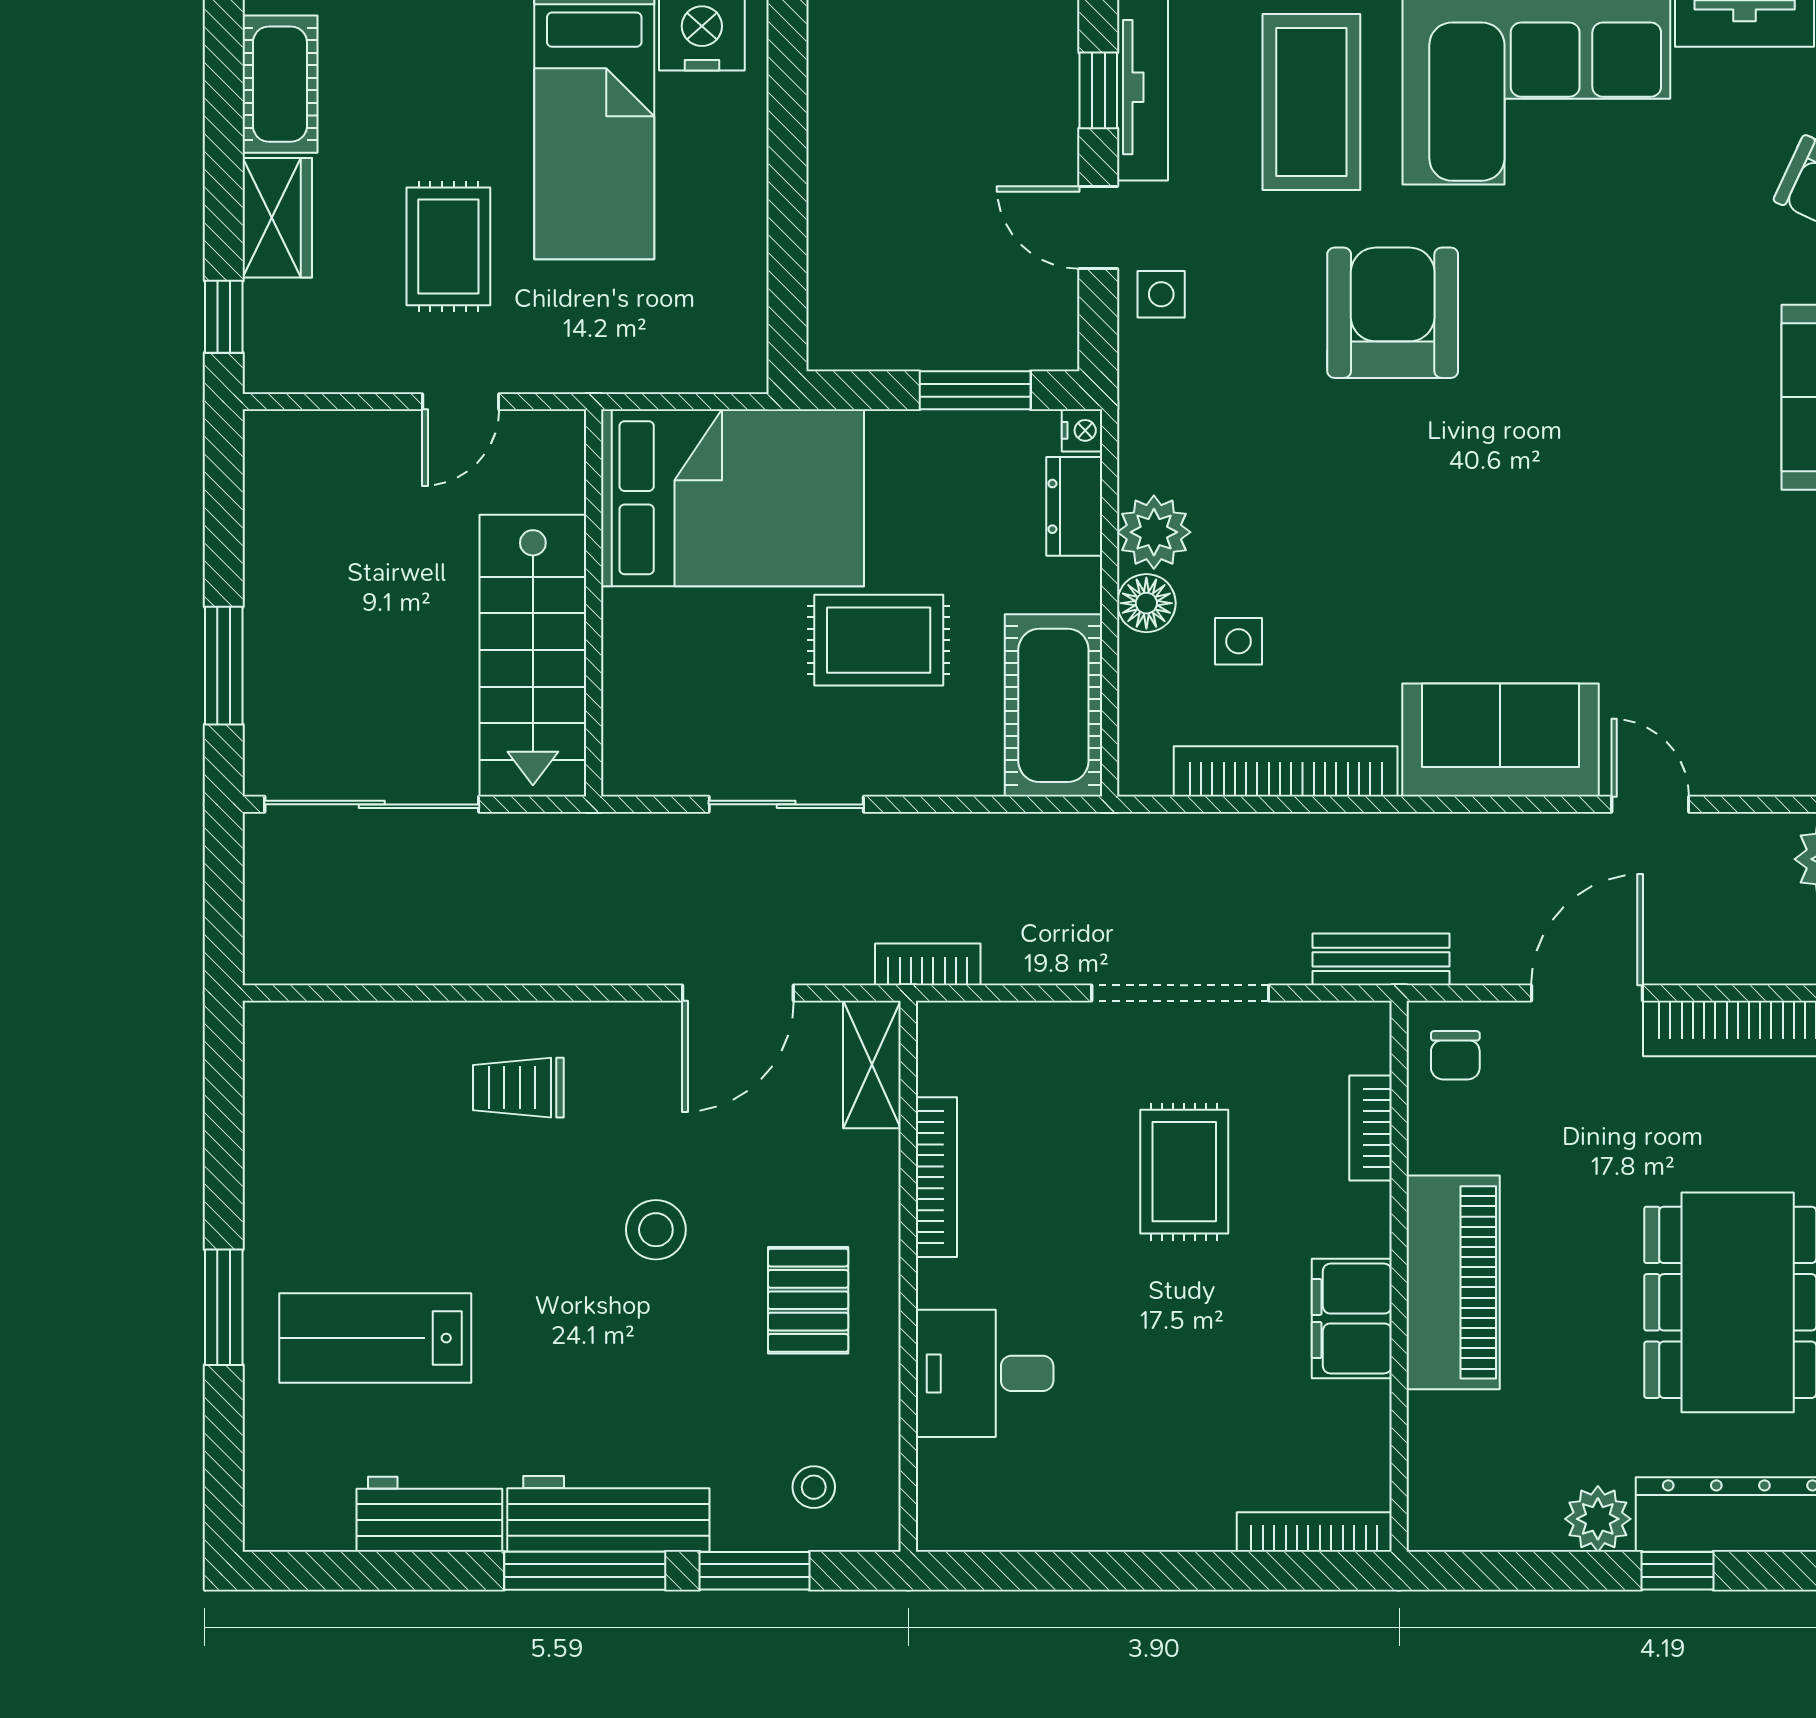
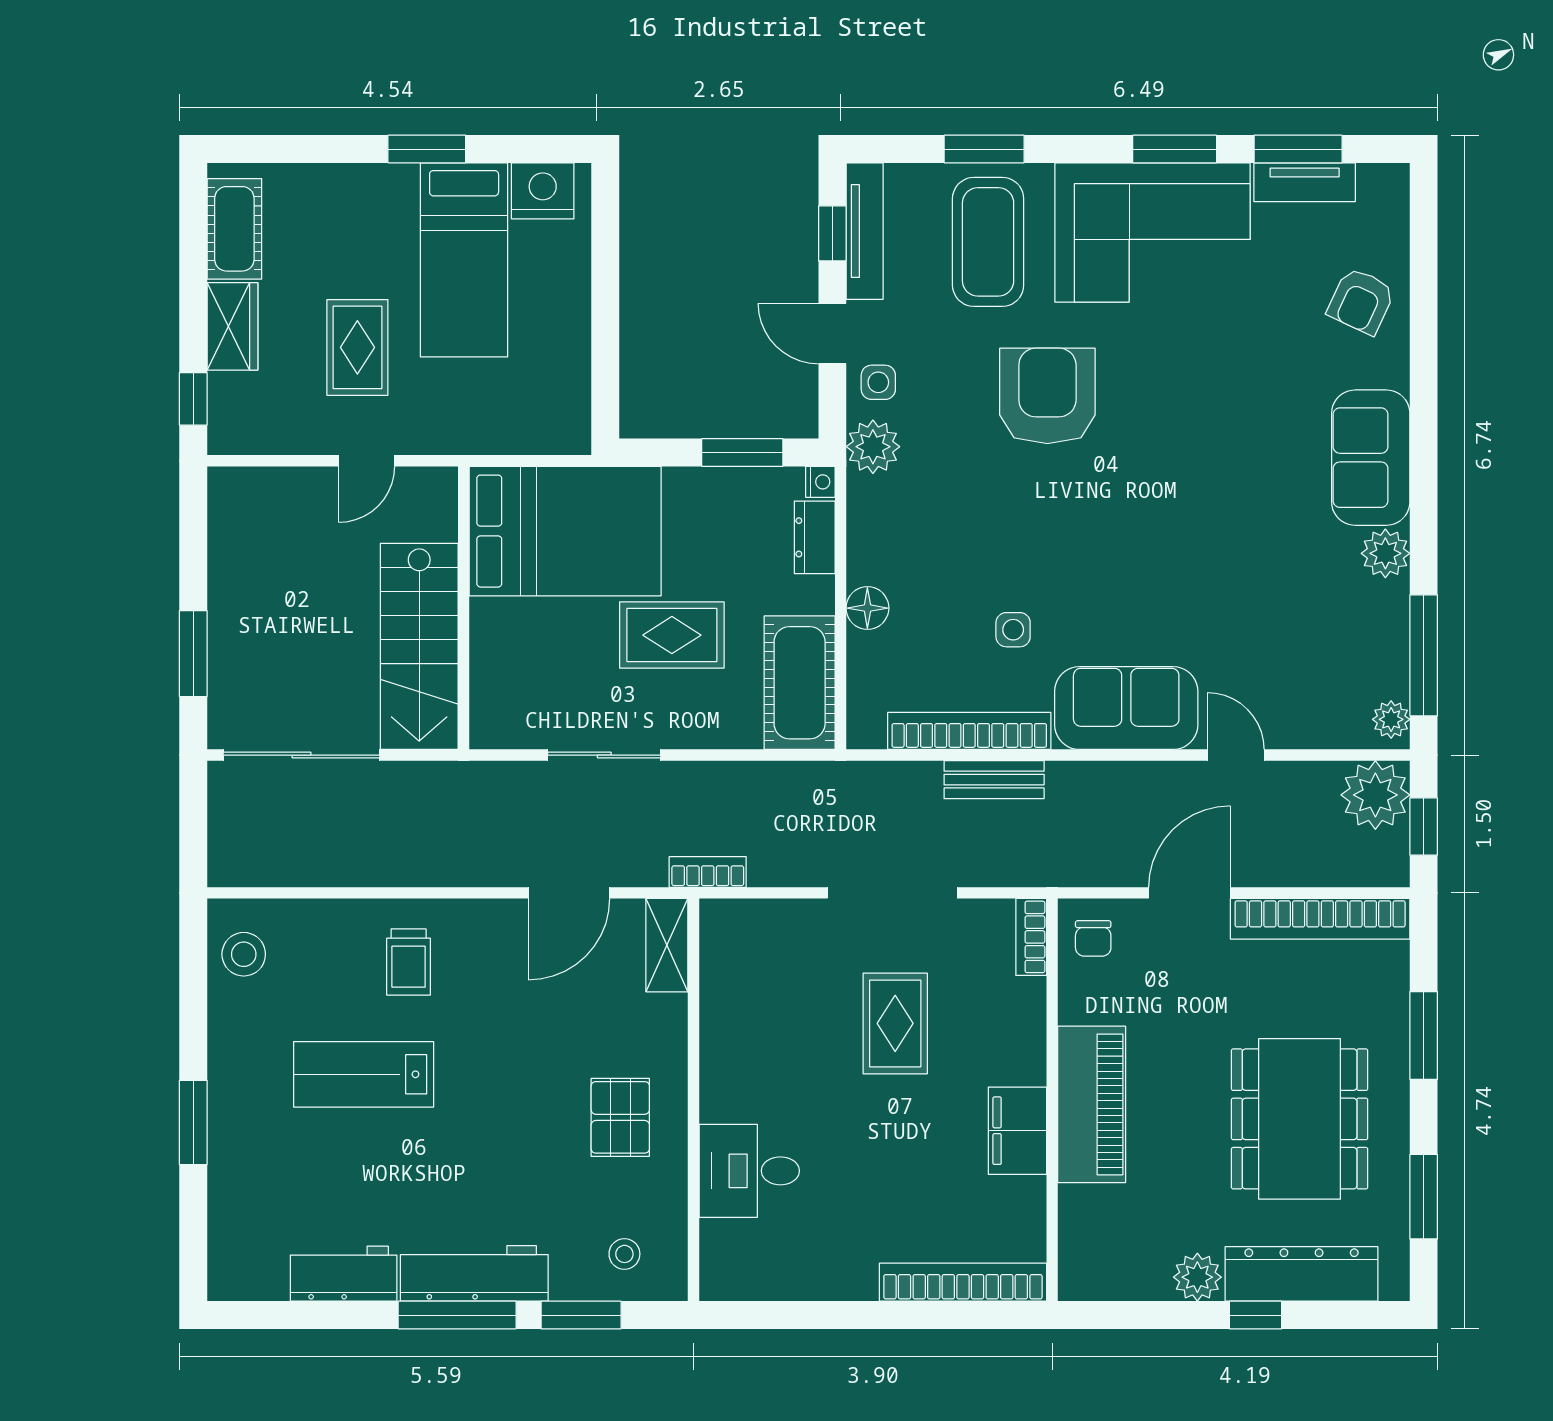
plant: (1154, 532) -> (873, 447), moved
side table: (1239, 641) -> (1013, 630), moved
bench: (1381, 959) -> (994, 780), moved
trolley: (518, 1088) -> (409, 962), turned -90
bookcase: (1370, 1128) -> (1031, 937), moved
bookcase: (936, 1177) -> (714, 1028), removed
stool: (656, 1230) -> (244, 954), moved
lab bench: (375, 1338) -> (364, 1074), moved
bookcase: (1314, 1532) -> (963, 1282), width x1.48, depth x1.31

